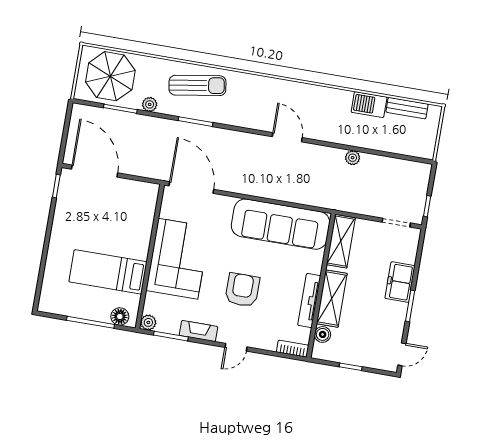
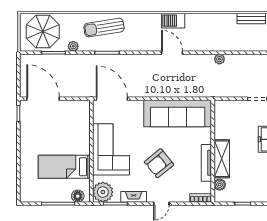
sun lounger: (197, 85) -> (104, 28), turned 180
barbecue: (369, 105) -> (173, 21), moved
shelving: (341, 241) -> (221, 118), removed
armchair: (242, 290) -> (159, 163), turned -129
plant: (148, 322) -> (103, 192), width x1.88, depth x1.88

